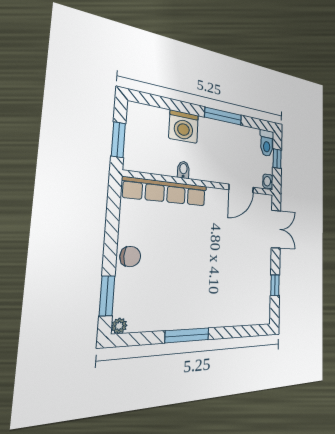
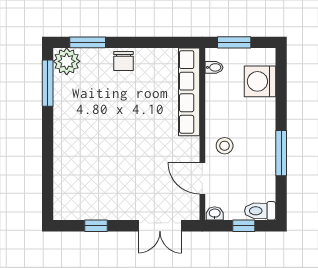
washing machine: (184, 127) -> (260, 81), moved
stool: (215, 165) -> (225, 146), added
bidet: (183, 170) -> (214, 67), moved
plant: (119, 326) -> (67, 61), width x1.87, depth x1.87
window: (187, 335) -> (48, 83), moved

